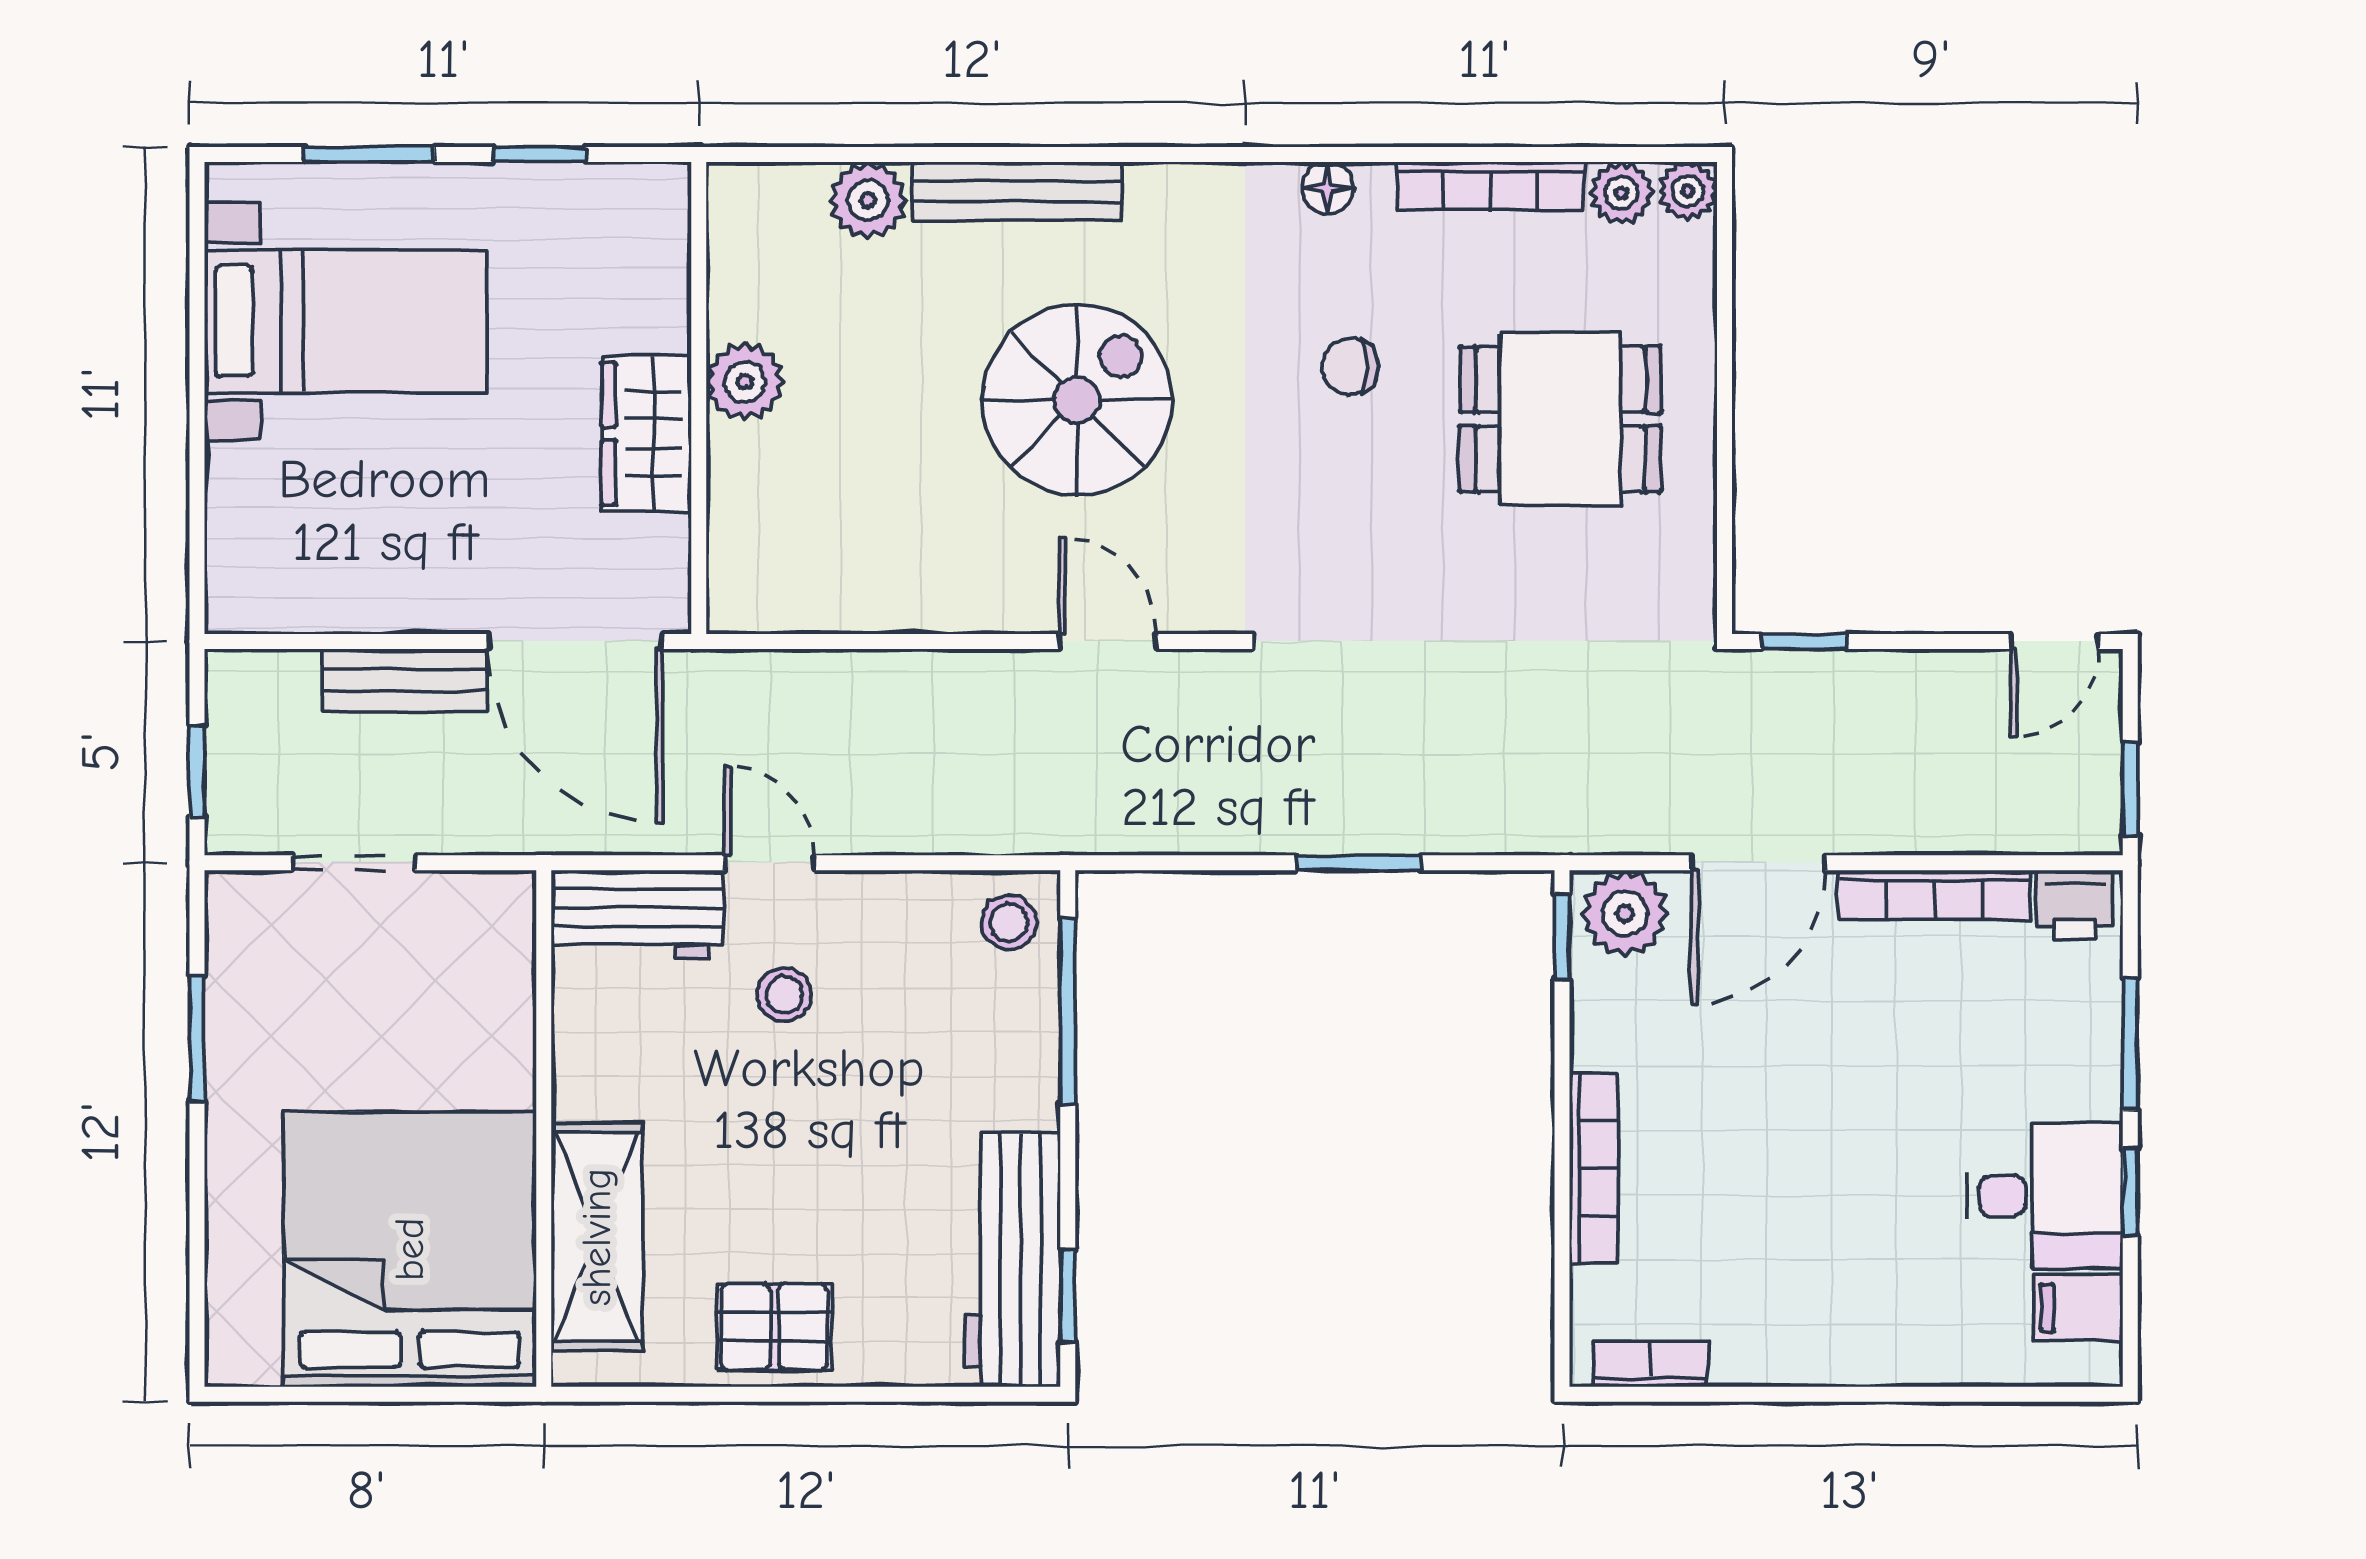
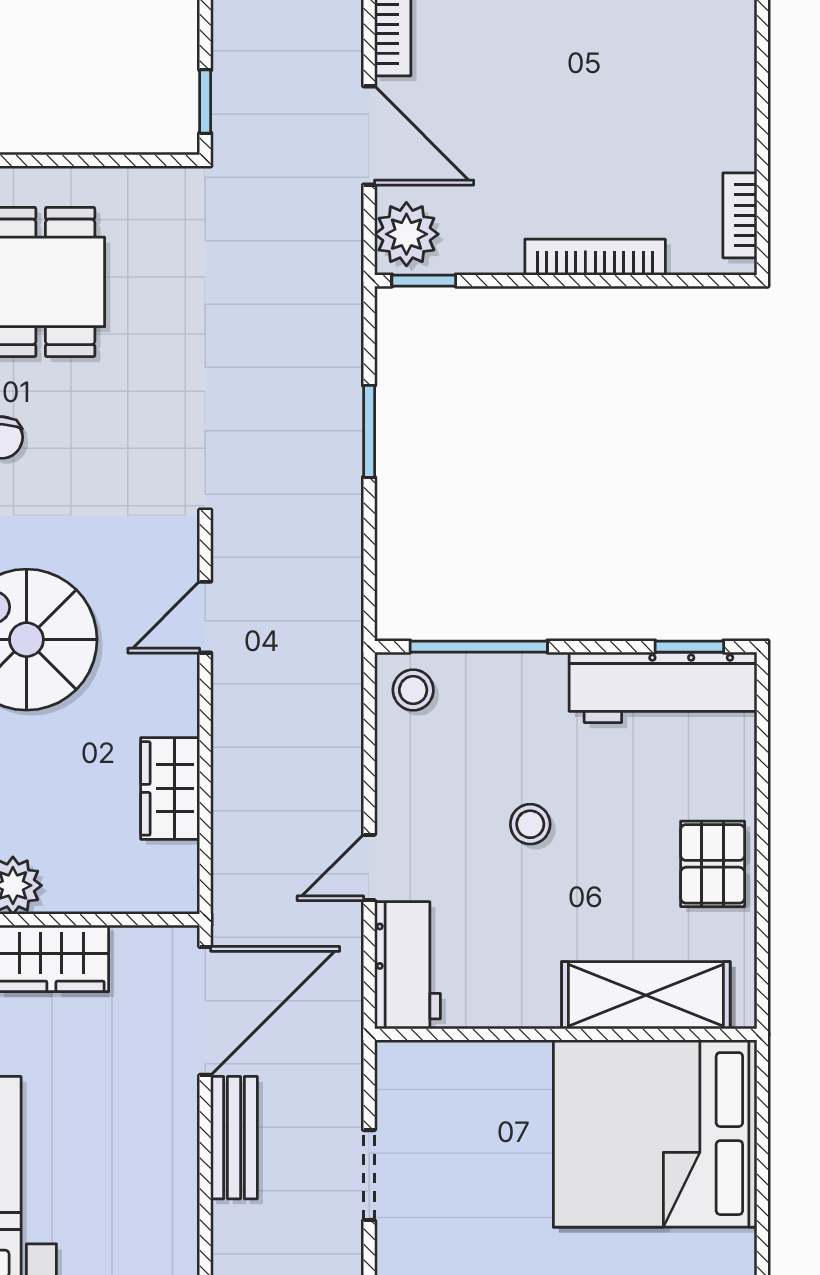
wardrobe: (876, 594) -> (170, 788), added
stool: (784, 995) -> (530, 824), moved

